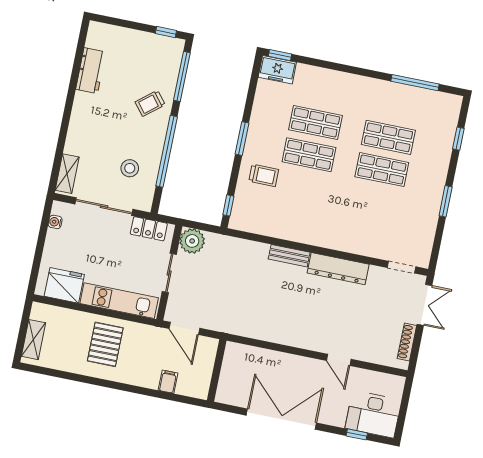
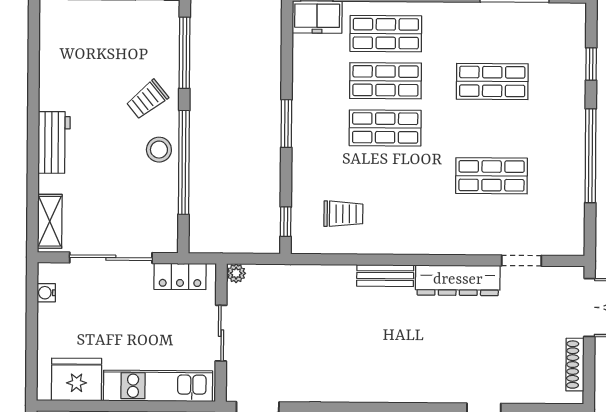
workbench: (91, 71) -> (54, 142), moved
shop shelf: (322, 90) -> (386, 34), added
stool: (130, 168) -> (159, 150), moved
shop shelf: (382, 170) -> (492, 176), moved
trolley: (264, 175) -> (343, 214), moved
window: (446, 201) -> (590, 156), width x2.11
plant: (192, 241) -> (236, 273), width x0.53, depth x0.53
doorway: (401, 267) -> (521, 261), moved

